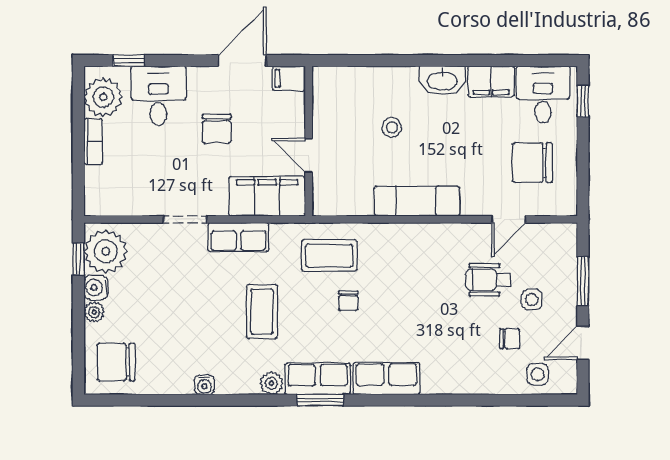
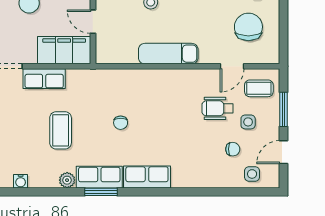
chair: (532, 163) -> (248, 27), turned 90
coffee table: (329, 256) -> (259, 88), moved, width x0.73, depth x0.77

